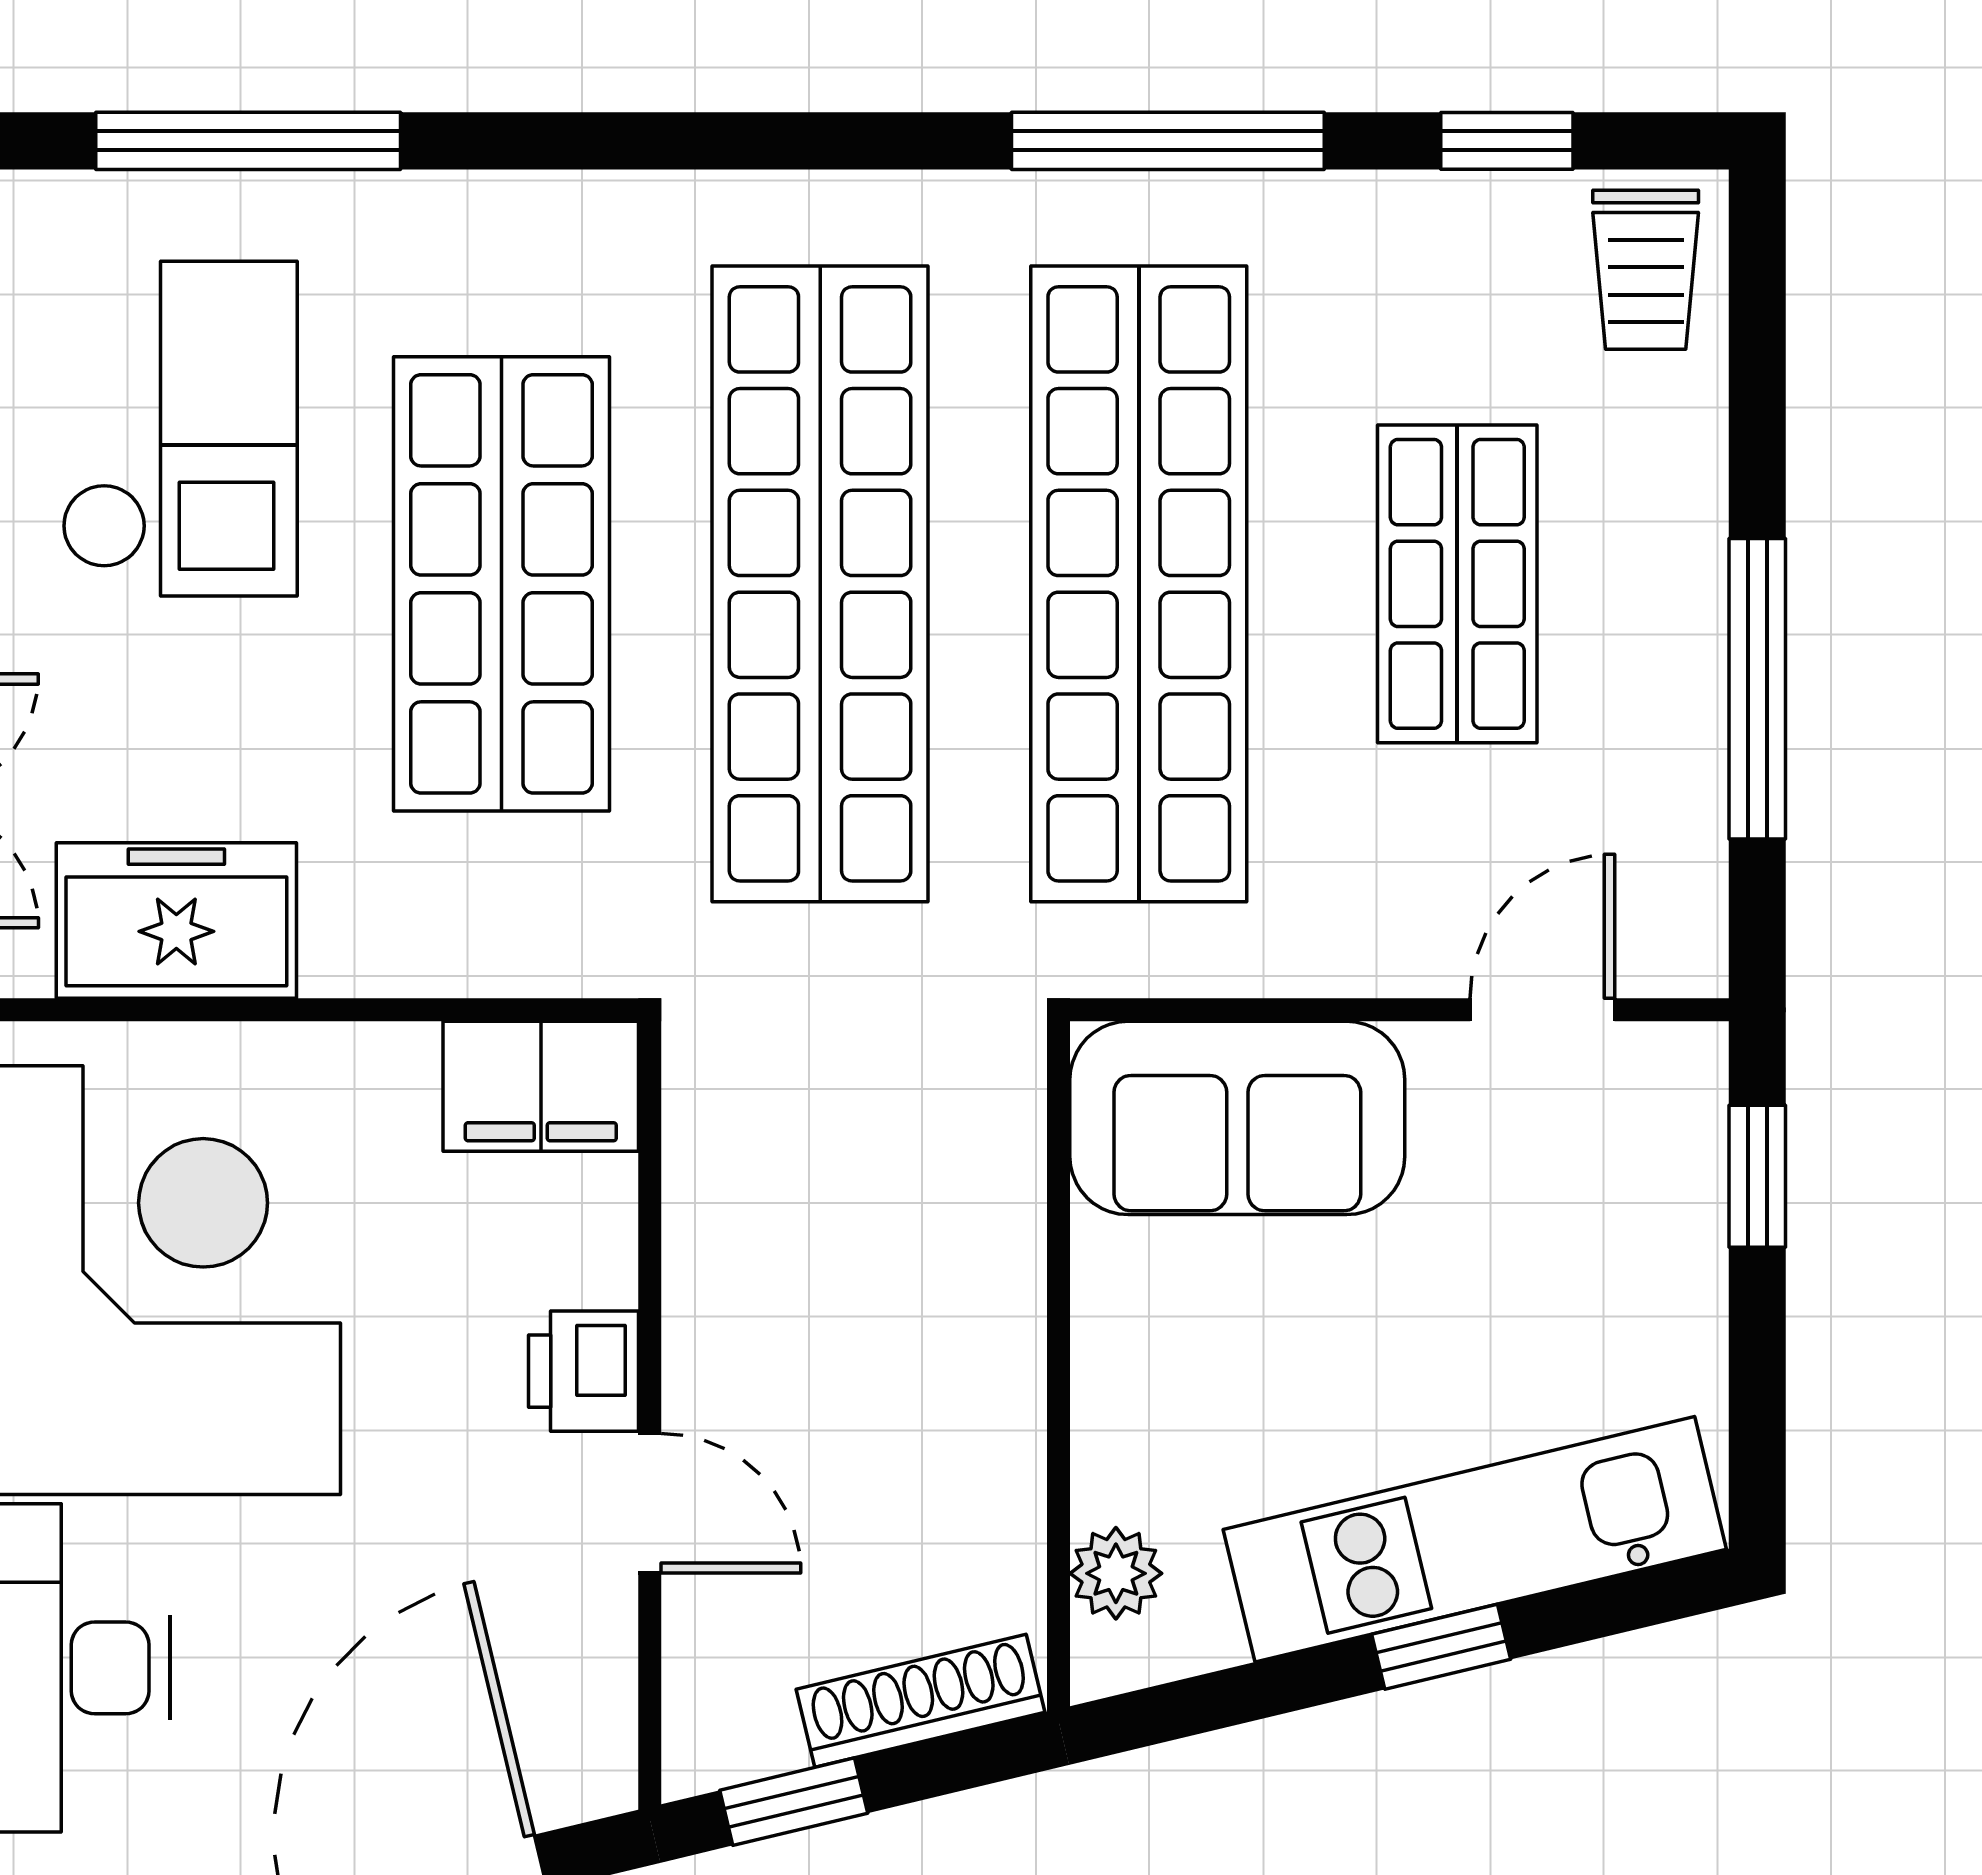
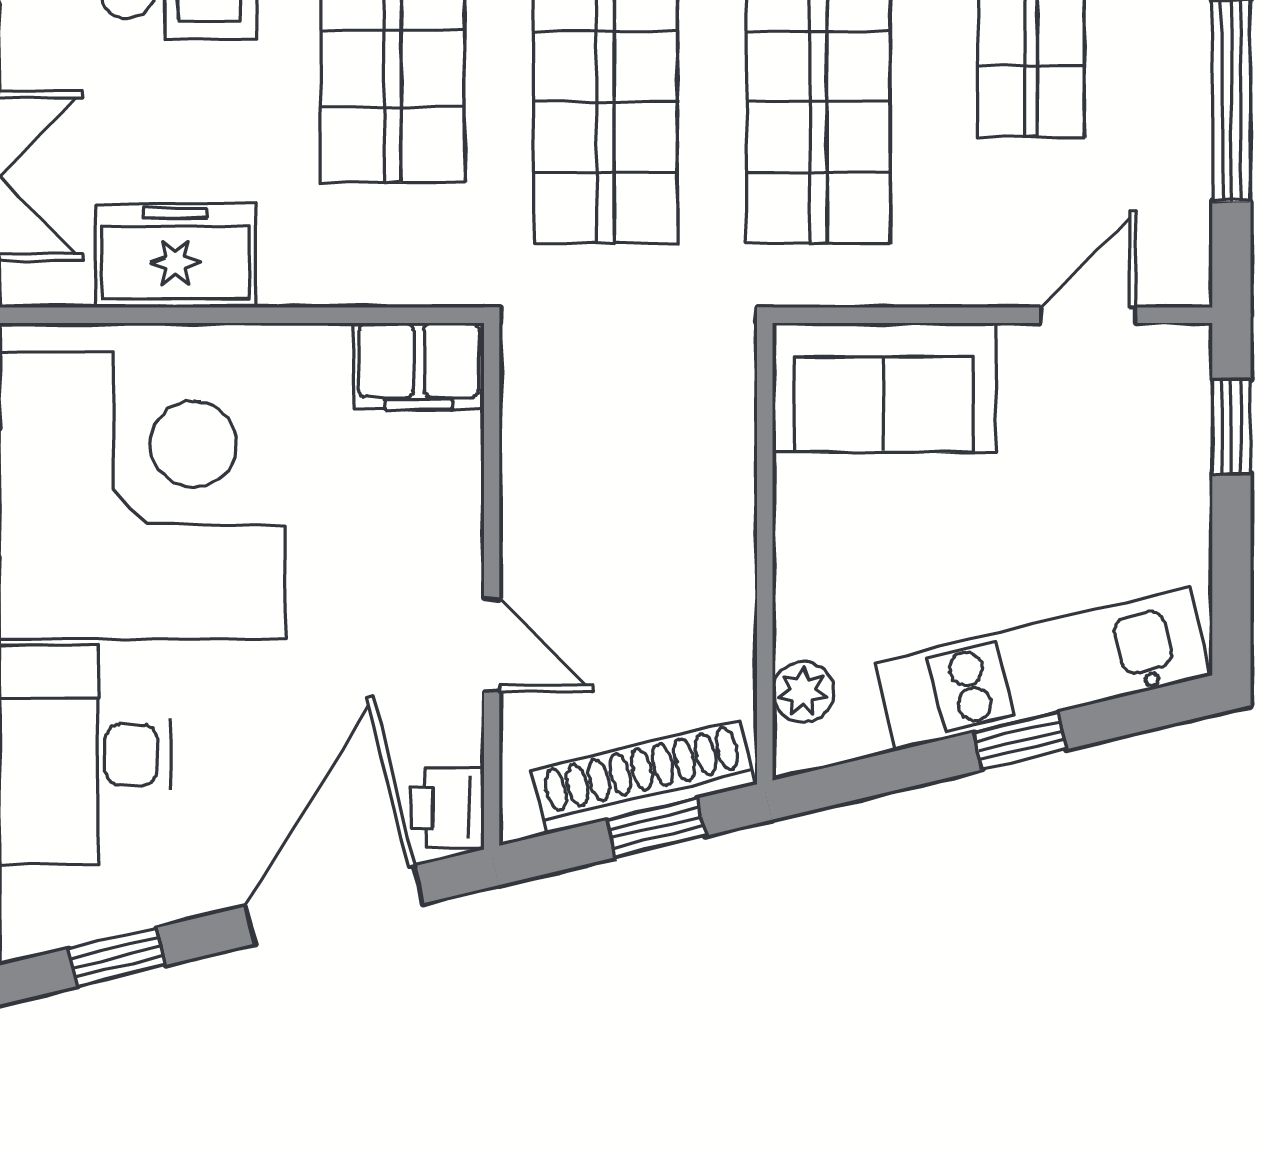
printer: (584, 1371) -> (447, 808), moved
shoe rack: (920, 1701) -> (643, 777), width x1.36, depth x1.24
window: (794, 1802) -> (656, 828), moved

